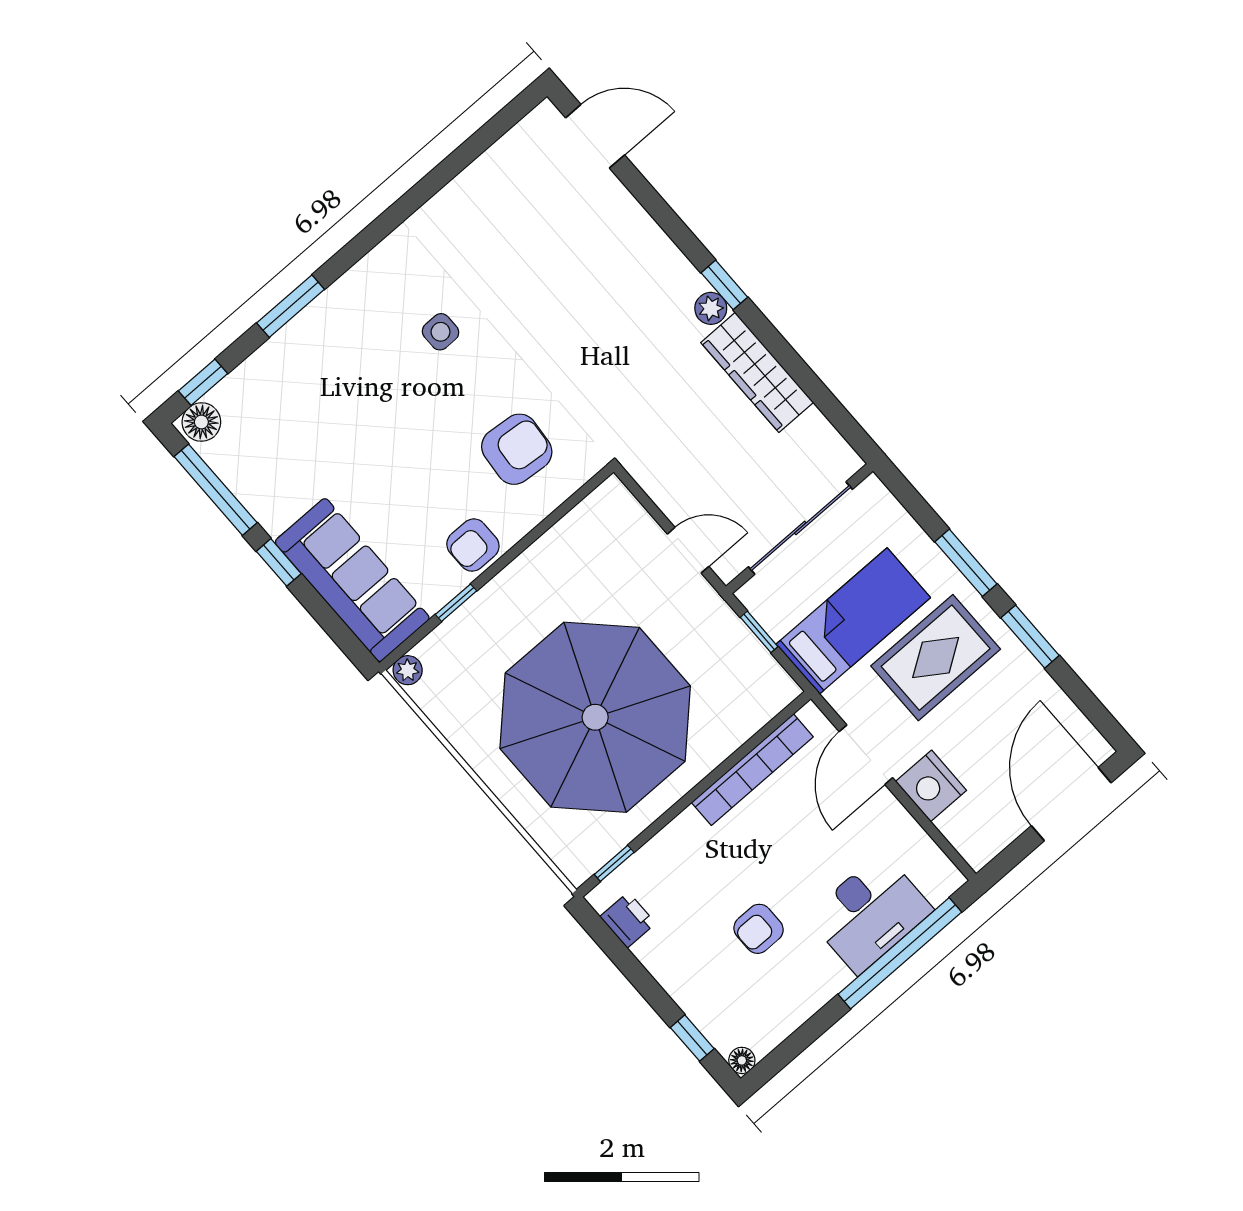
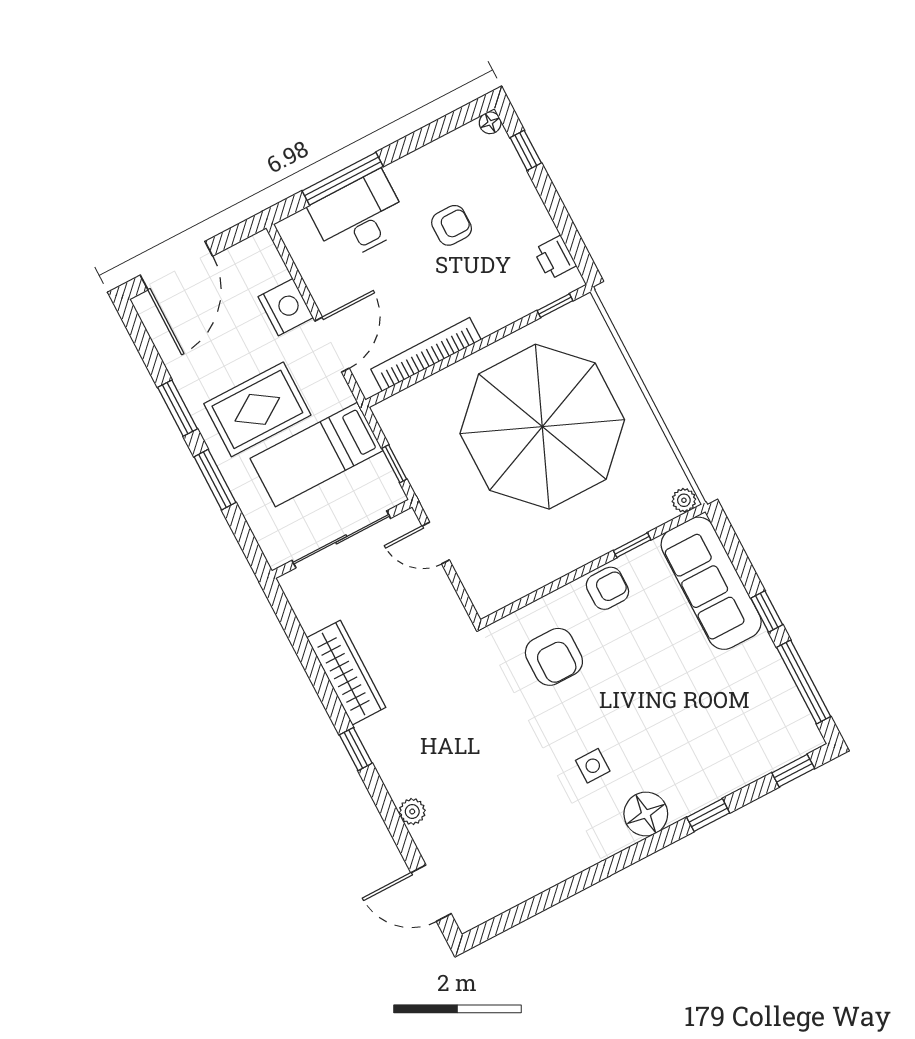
window: (291, 306) -> (708, 815), width x0.67
plant: (711, 308) -> (412, 811), moved
floor lamp: (201, 422) -> (646, 814), moved, width x1.38, depth x1.38
armchair: (517, 449) -> (554, 657), turned -95
window: (900, 953) -> (343, 179), width x0.68

